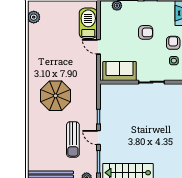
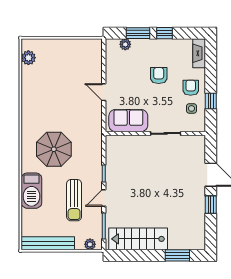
barbecue: (88, 23) -> (31, 191), moved, turned 180
armchair: (146, 32) -> (159, 76), turned -90
door: (98, 138) -> (104, 198), hinge flipped

